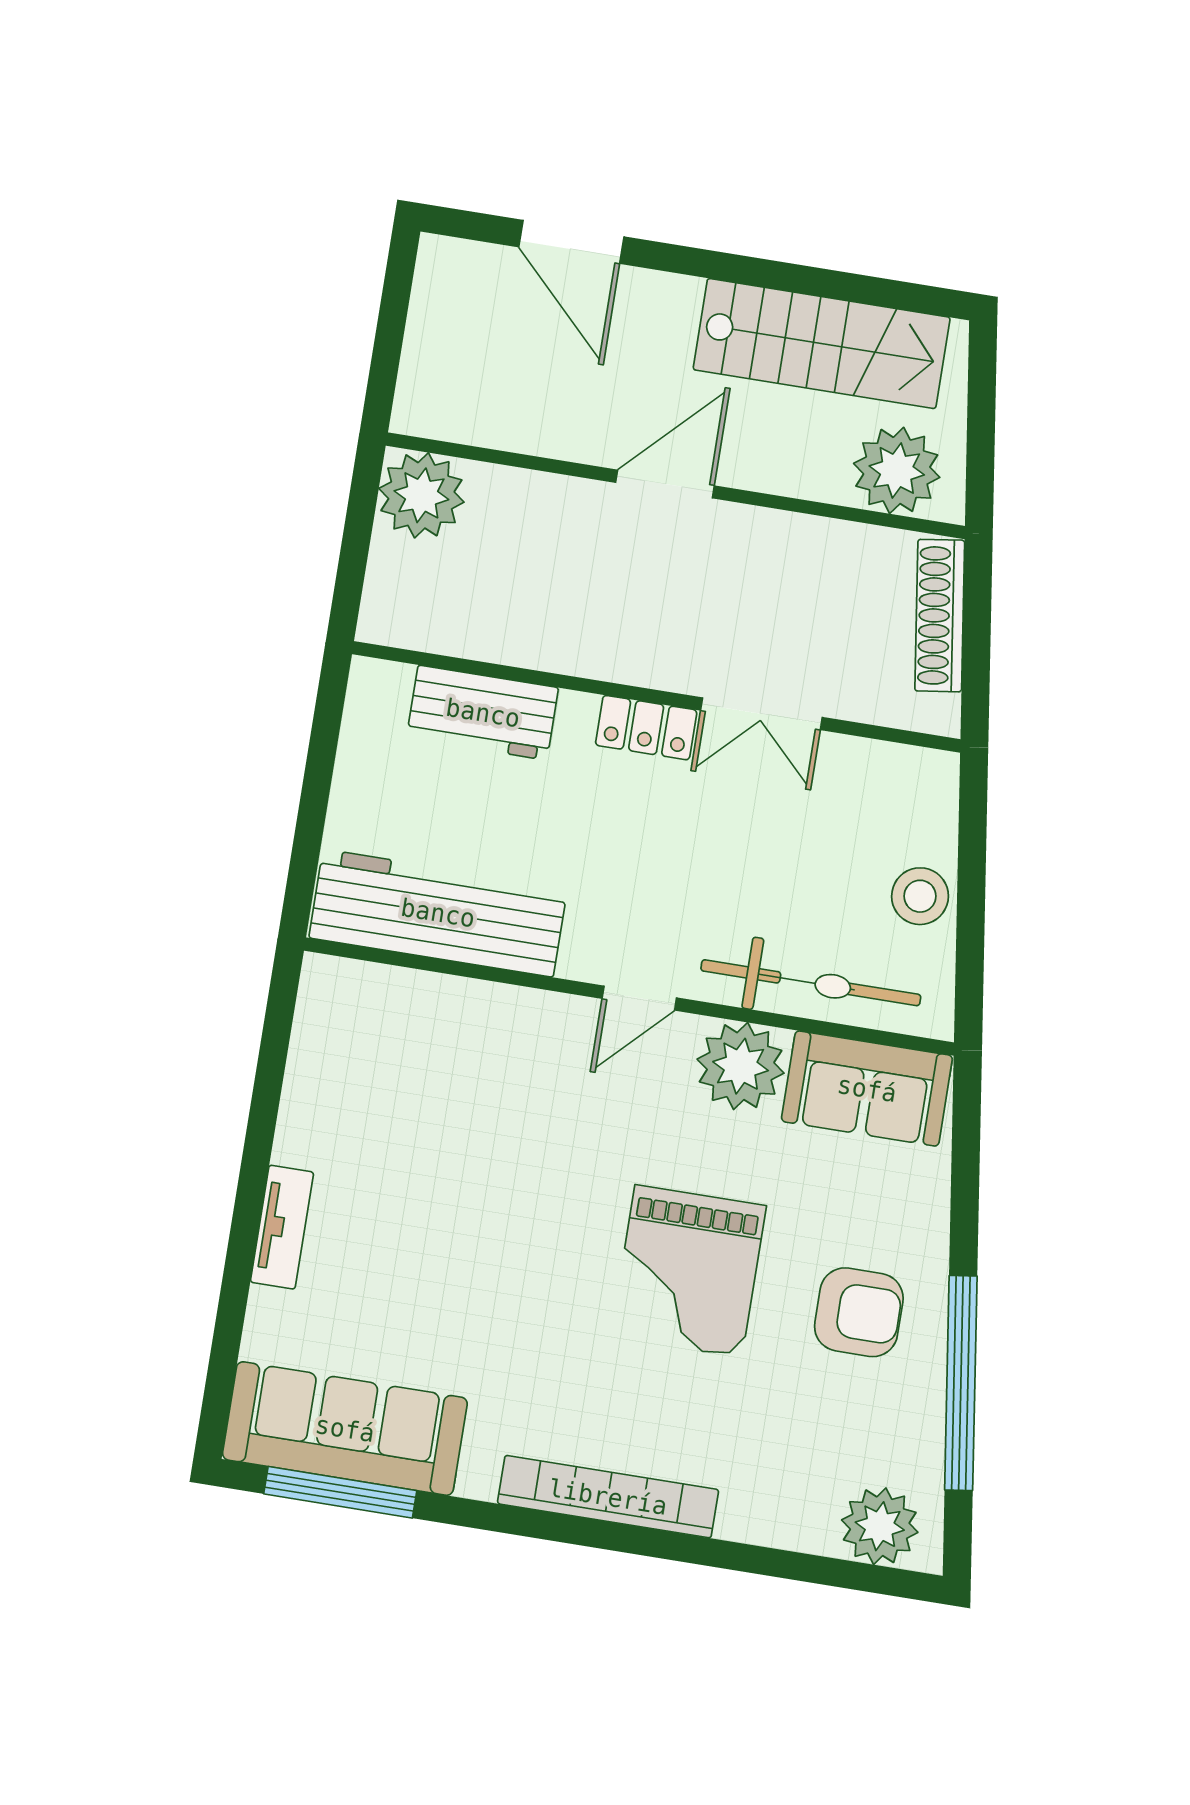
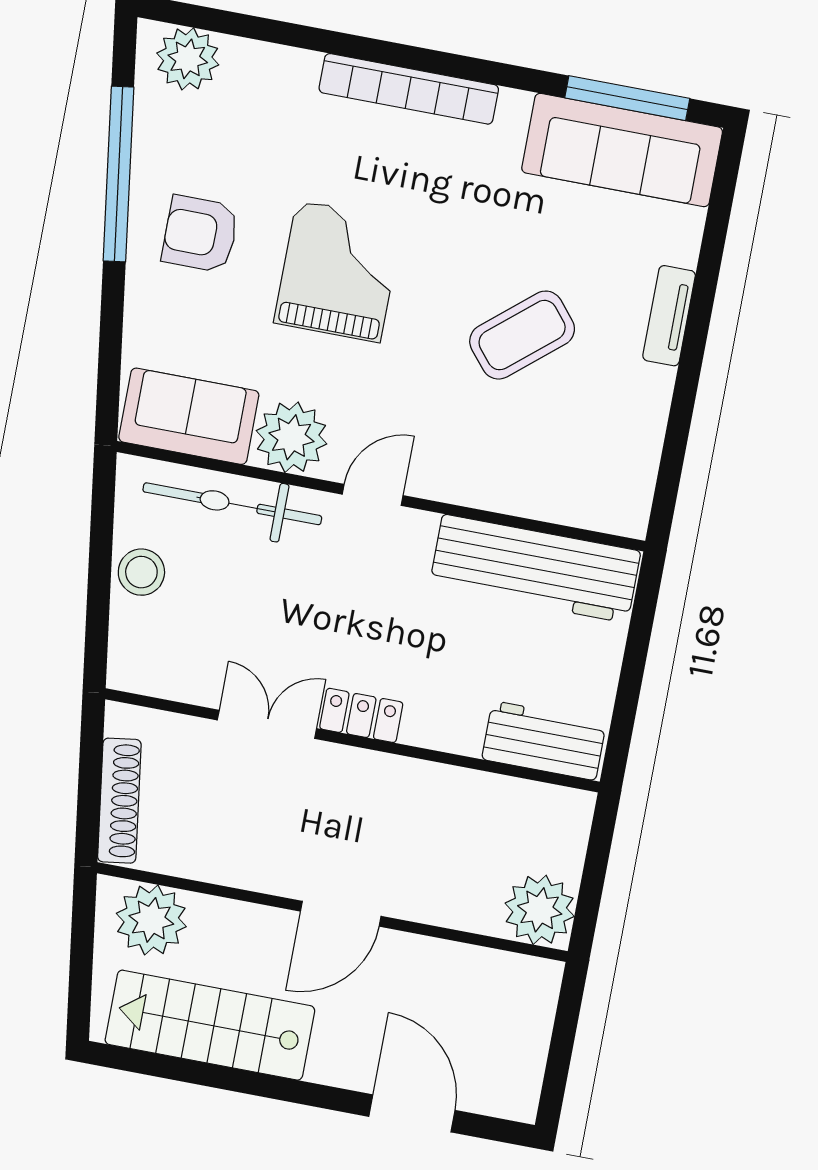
workbench: (483, 713) -> (544, 741), moved
coffee table: (461, 1199) -> (522, 335), added

